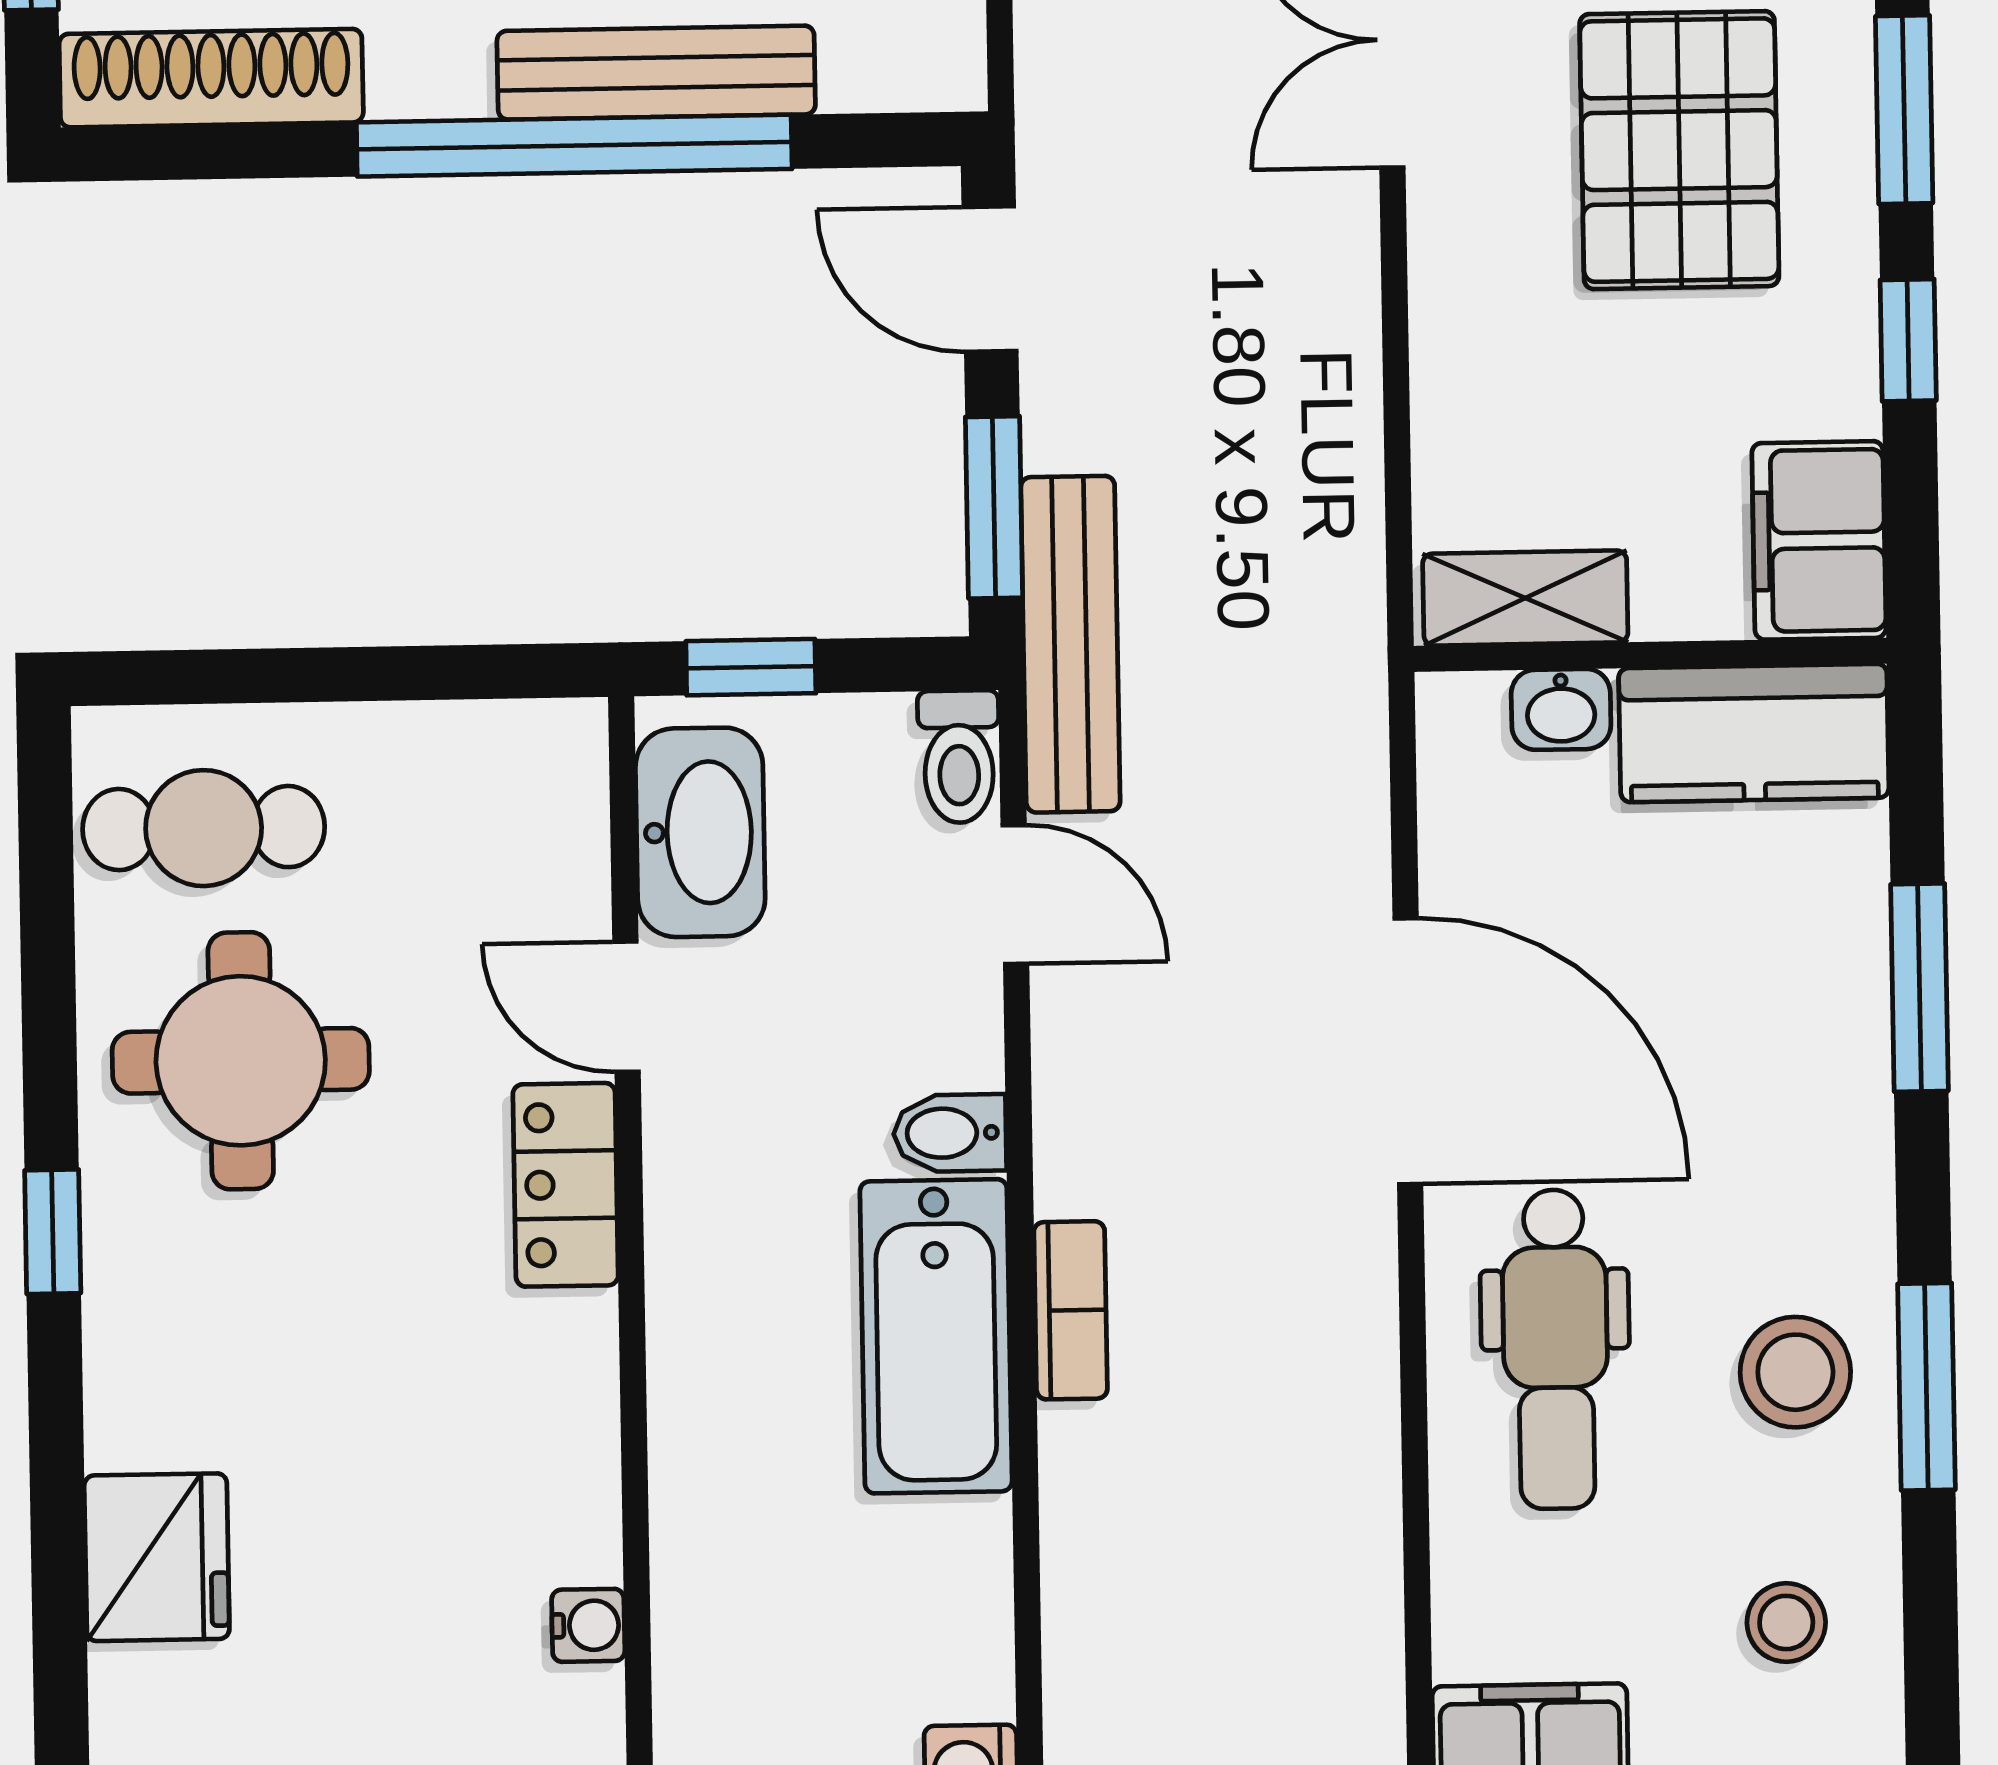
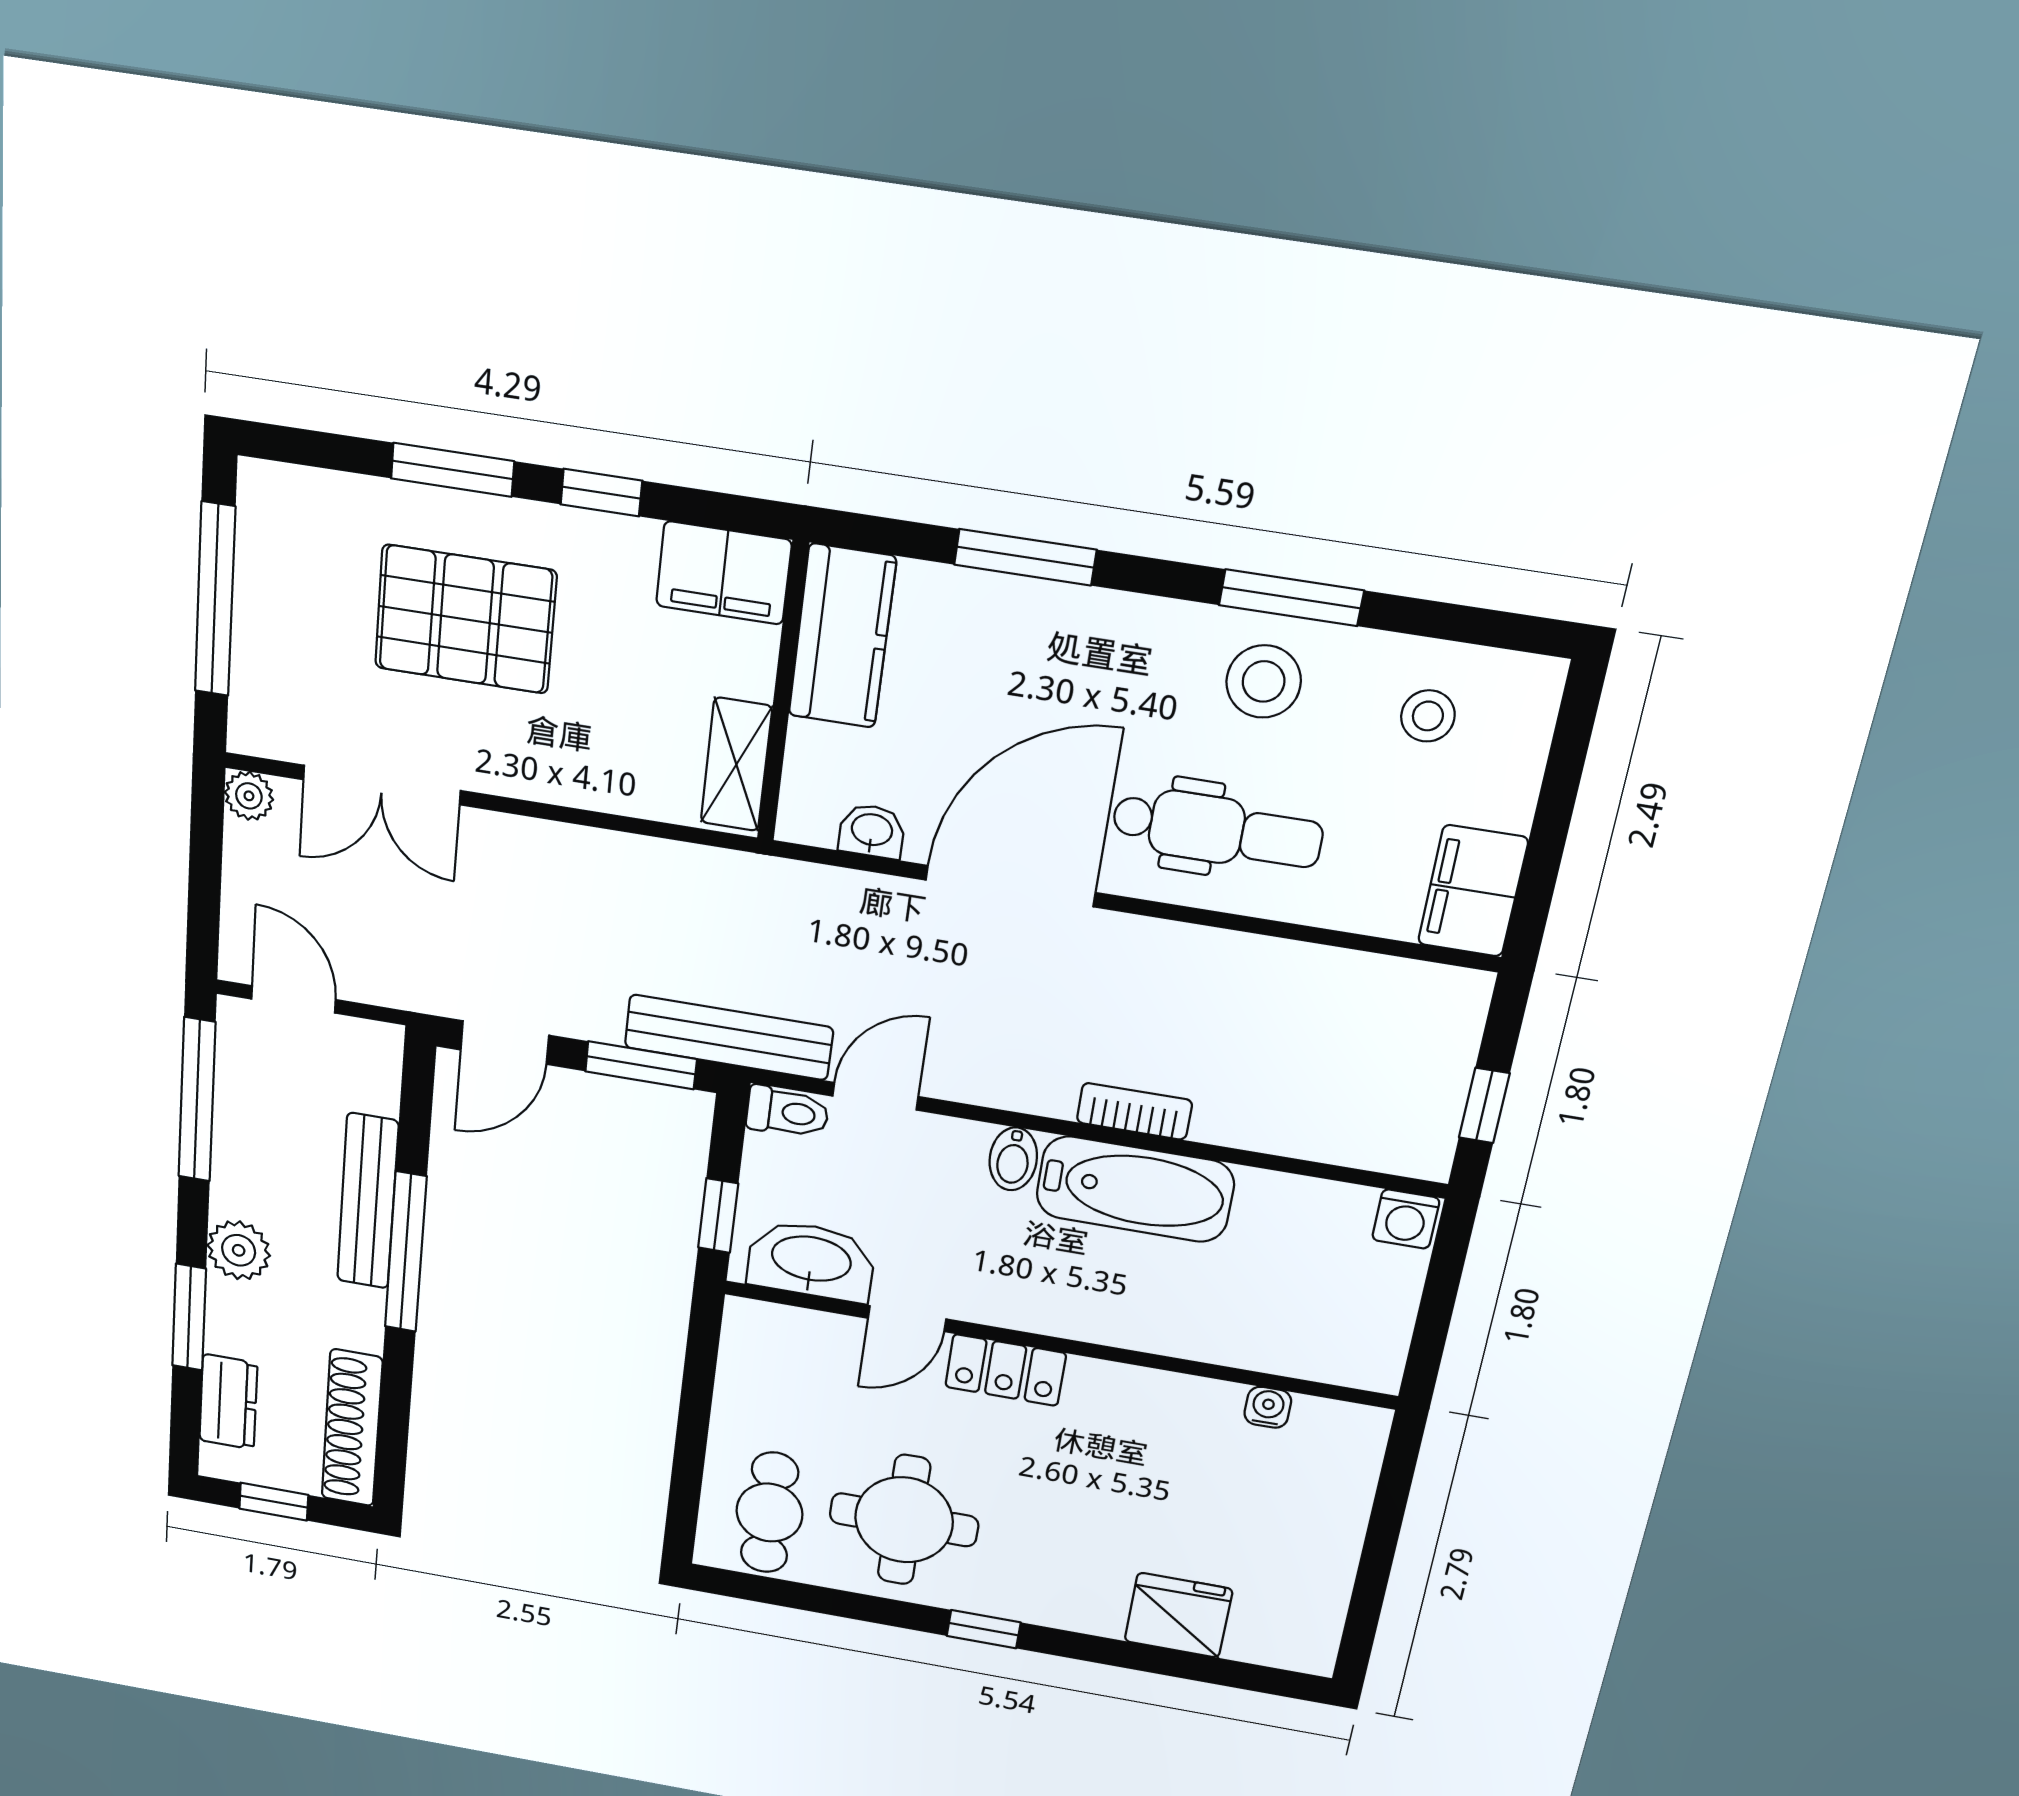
window: (574, 146) -> (406, 1252), width x0.68
washbasin: (1561, 709) -> (872, 831), moved, turned -90

